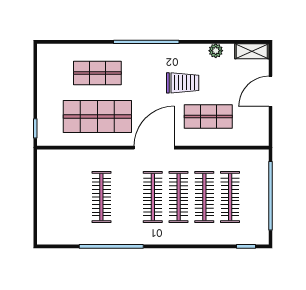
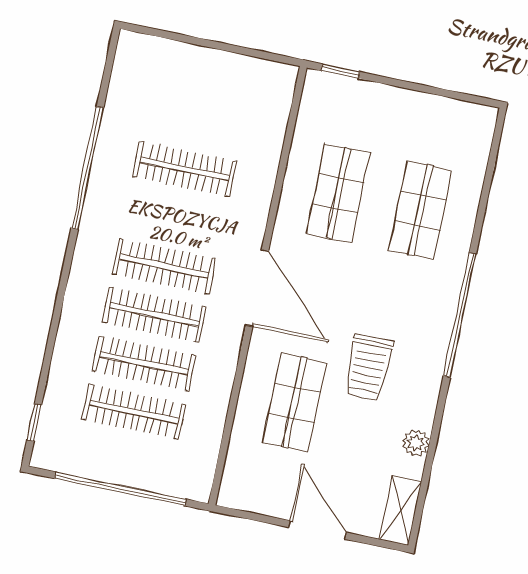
shop shelf: (97, 117) -> (338, 193), width x0.70, depth x0.74

